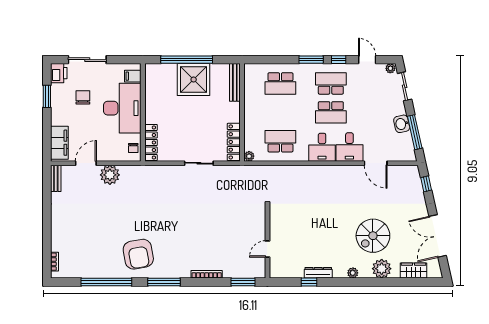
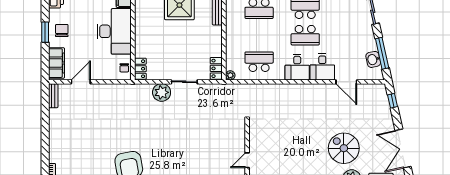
window: (47, 96) -> (45, 32), moved
chair: (83, 97) -> (62, 31), moved
washbasin: (402, 124) -> (373, 59), moved
locker: (234, 142) -> (216, 68), width x0.66
locker: (151, 143) -> (140, 69), width x0.66
plant: (110, 175) -> (162, 92), moved
spiral stairs: (373, 236) -> (344, 148), turned 90

